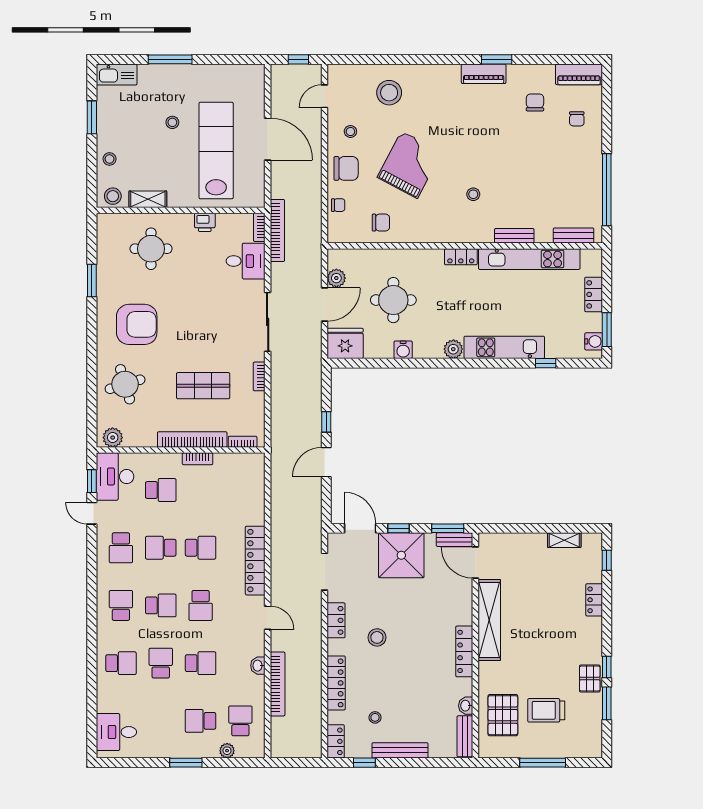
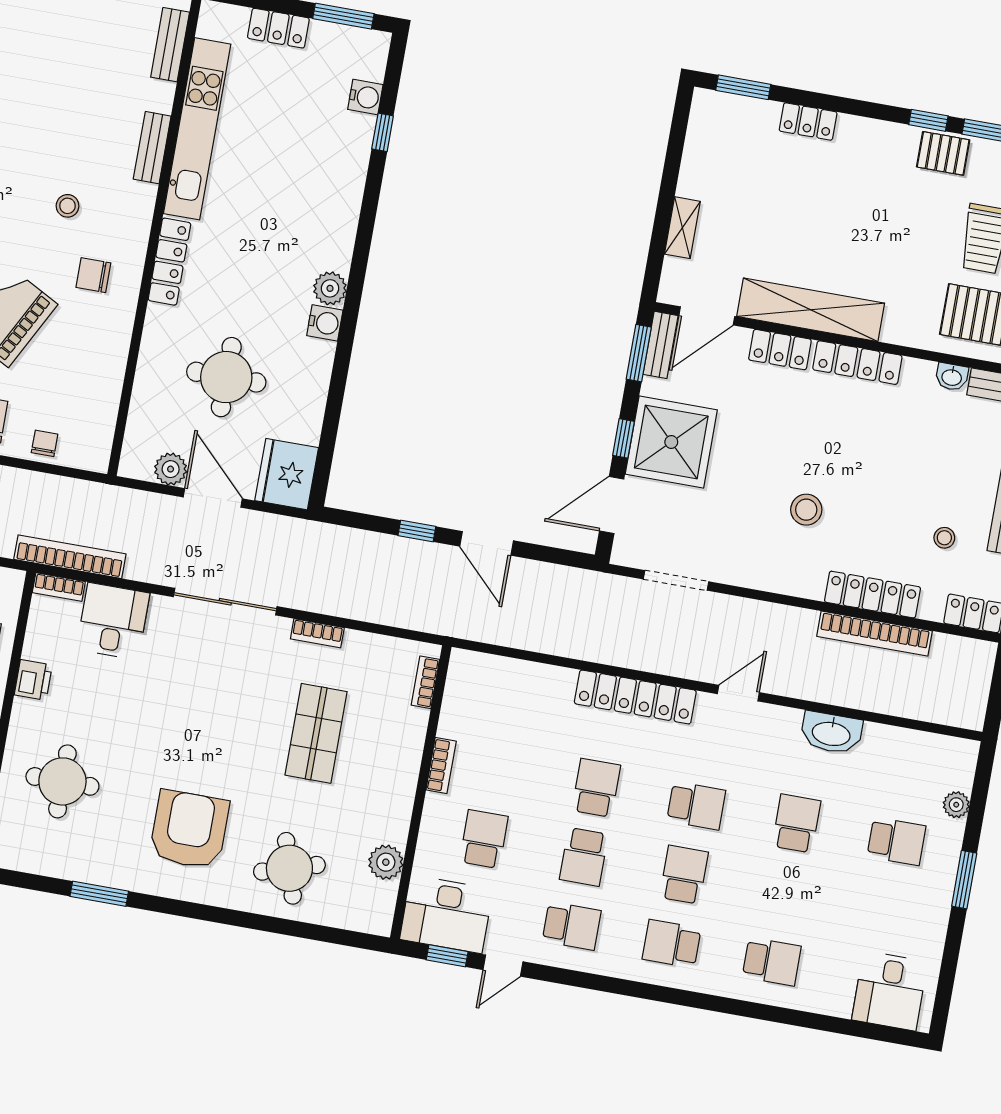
chair: (381, 223) -> (93, 275), moved, turned -90
locker: (461, 257) -> (169, 262), width x1.53
water cooler: (594, 341) -> (365, 97), moved, turned 90
kitchen unit: (504, 347) -> (343, 199), removed
water cooler: (403, 350) -> (325, 323), moved
plant: (113, 438) -> (386, 862), moved
bookcase: (192, 440) -> (406, 769), removed
shelving: (564, 540) -> (682, 228), moved
window: (607, 560) -> (743, 87), width x1.50
locker: (336, 620) -> (780, 350), moved, turned 180
school desk: (121, 663) -> (772, 962), turned 90
school desk: (161, 663) -> (784, 893), removed
washbasin: (258, 666) -> (831, 733), width x1.91, depth x1.45
bookcase: (278, 684) -> (875, 634), moved, turned 180
school desk: (201, 721) -> (896, 841), turned -90
school desk: (240, 721) -> (909, 772), removed

